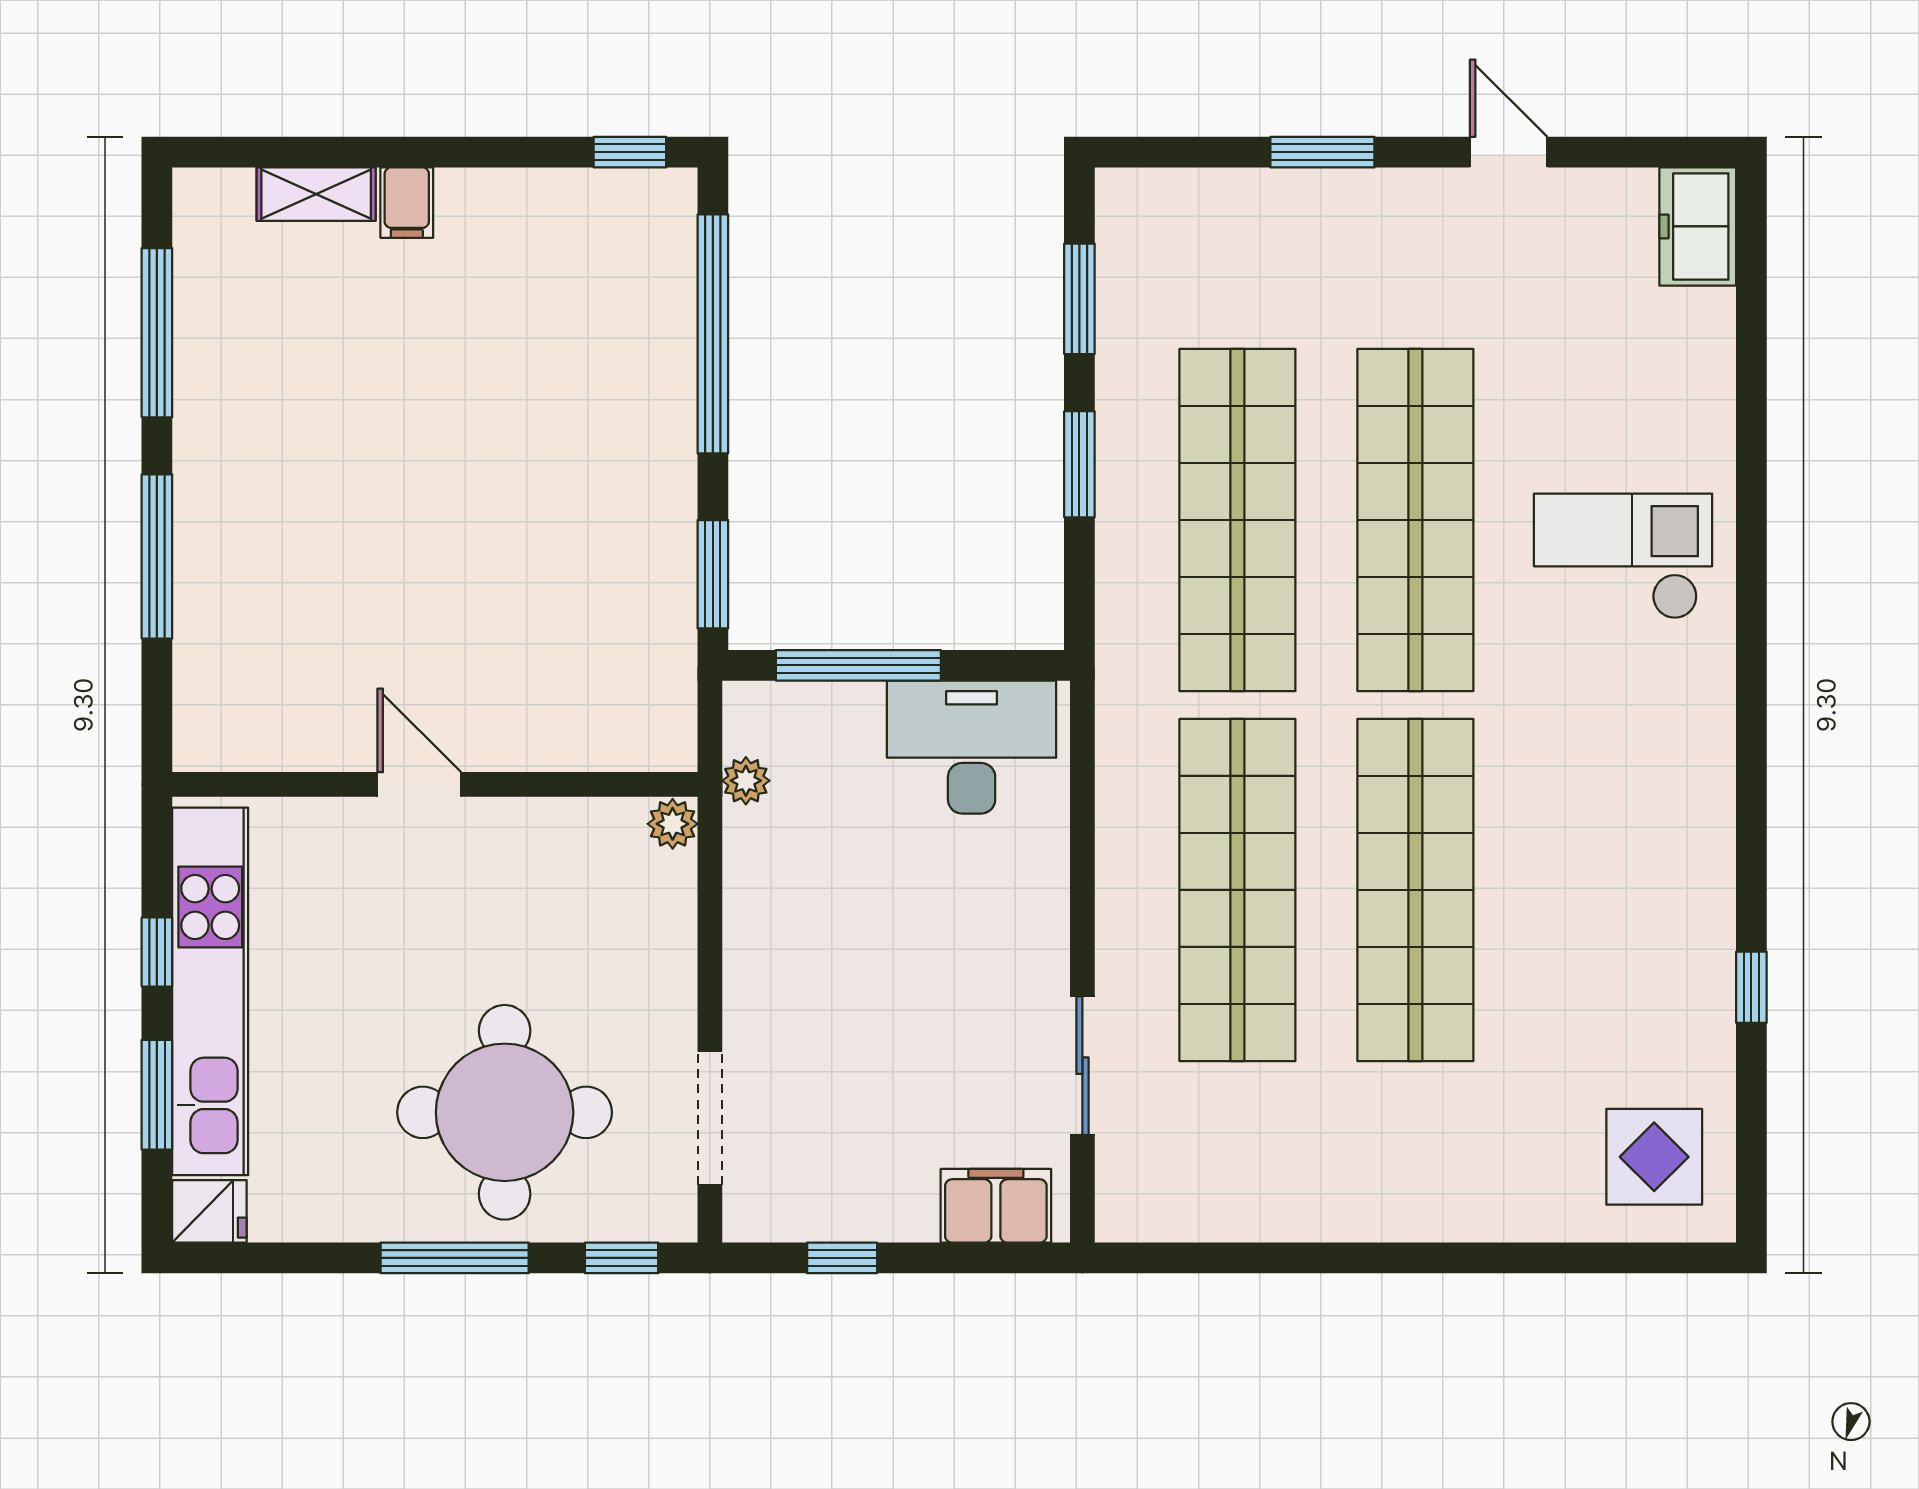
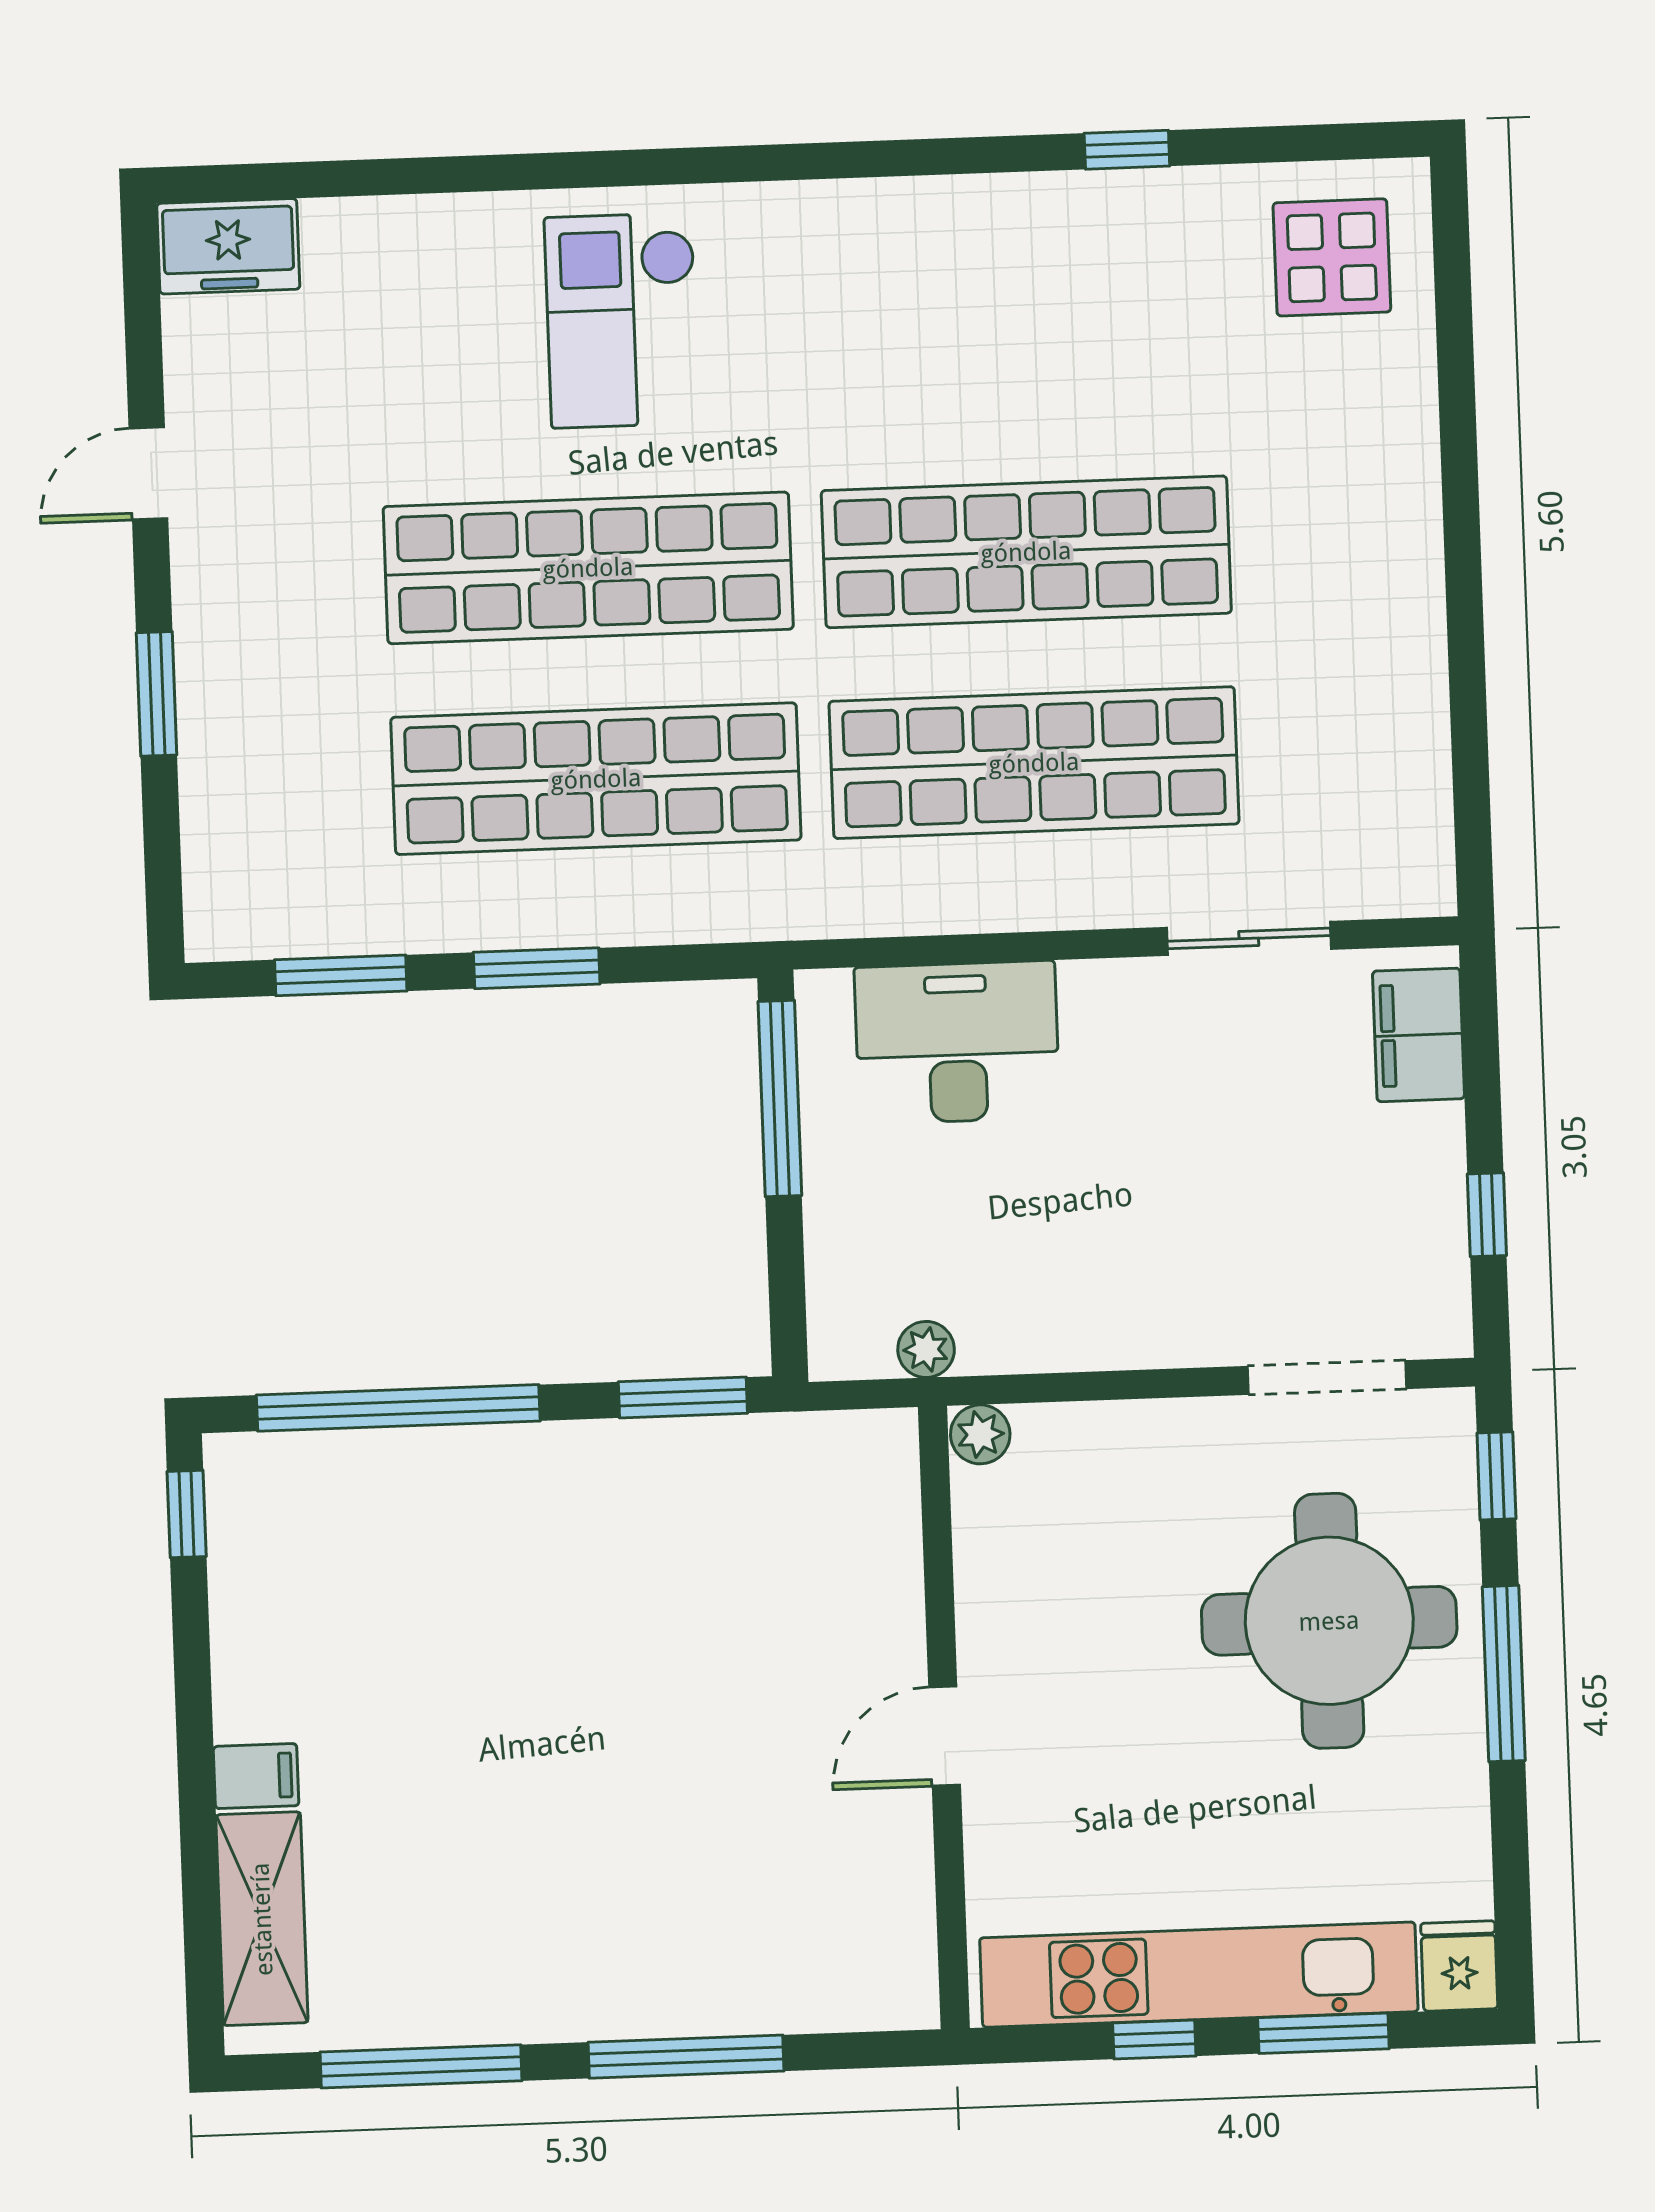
shelving: (316, 194) -> (262, 1919), width x1.50, depth x1.33
window: (858, 665) -> (780, 1099), moved
desk: (972, 747) -> (957, 1042), moved, turned 90

